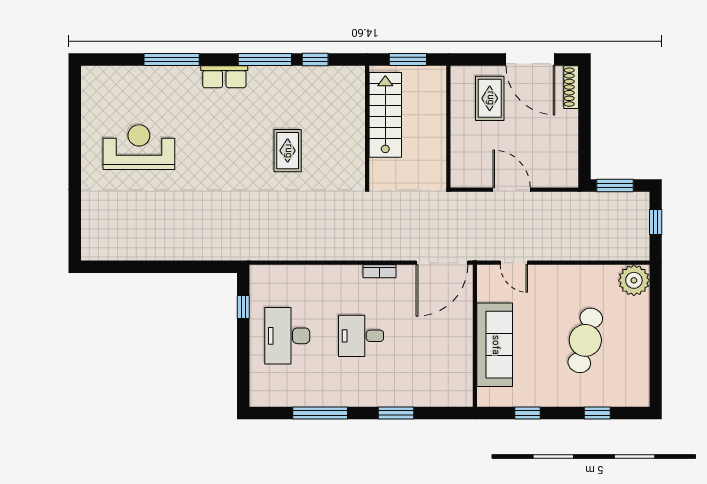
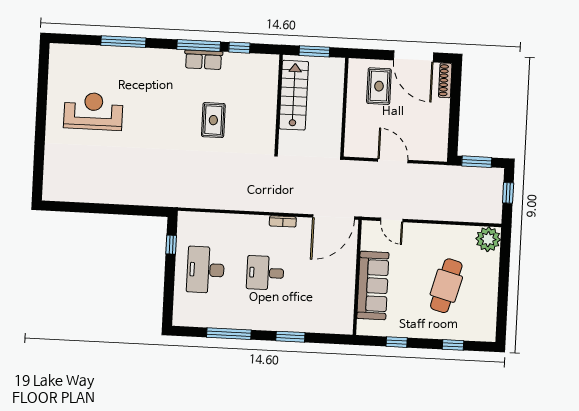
row of seats: (224, 77) -> (203, 60), moved

